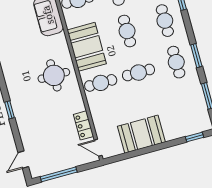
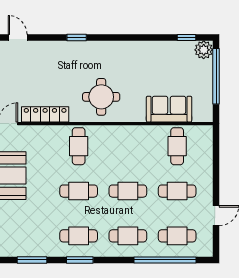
booth: (87, 47) -> (123, 142), removed
cafe table: (138, 73) -> (79, 191), turned 90
locker: (83, 125) -> (45, 114), width x1.53

